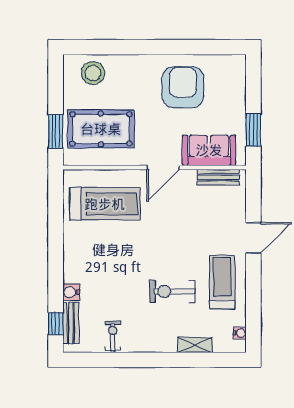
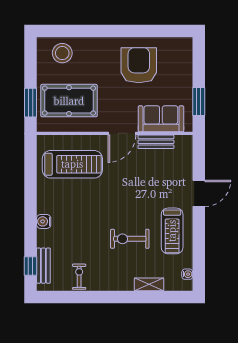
bench: (218, 177) -> (156, 142), moved
treadmill: (222, 282) -> (172, 231), turned 180
water cooler: (71, 292) -> (44, 221), moved

